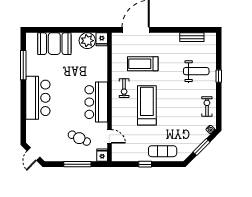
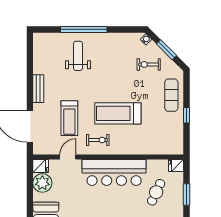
bench: (192, 37) -> (38, 89), moved
window: (219, 76) -> (84, 29), width x3.17
bar counter: (96, 102) -> (114, 173), width x1.36
exercise bike: (207, 106) -> (149, 64), moved
door: (109, 136) -> (68, 157), moved
window: (77, 164) -> (186, 195), width x0.69

